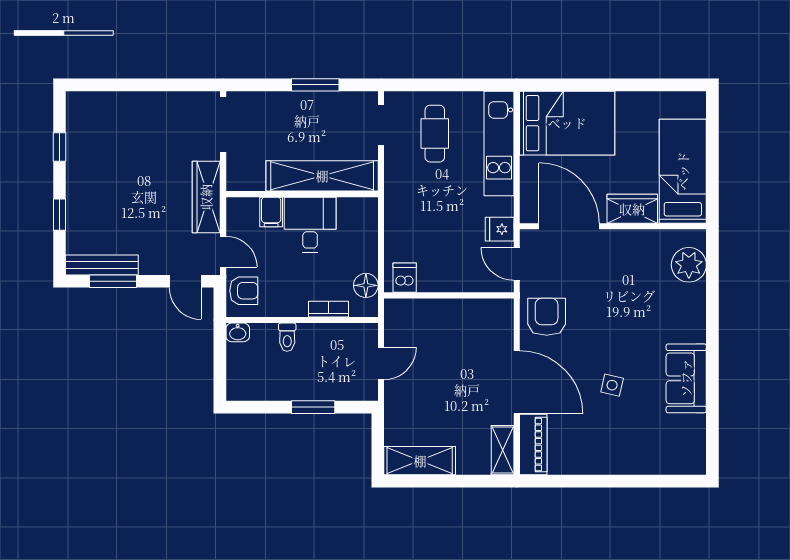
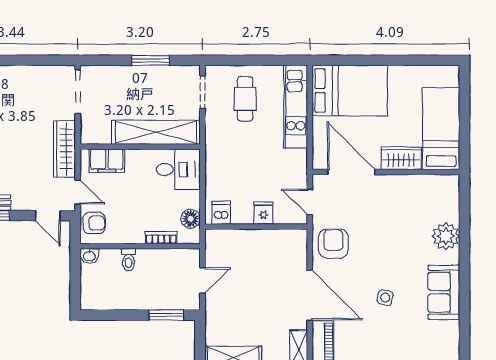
filing cabinet: (271, 212) -> (107, 161), width x2.00
desk: (310, 225) -> (178, 169), moved, turned 90
fridge: (500, 229) -> (263, 213), moved, turned 90
plant: (689, 265) -> (446, 236), moved
window: (313, 407) -> (166, 315), moved

